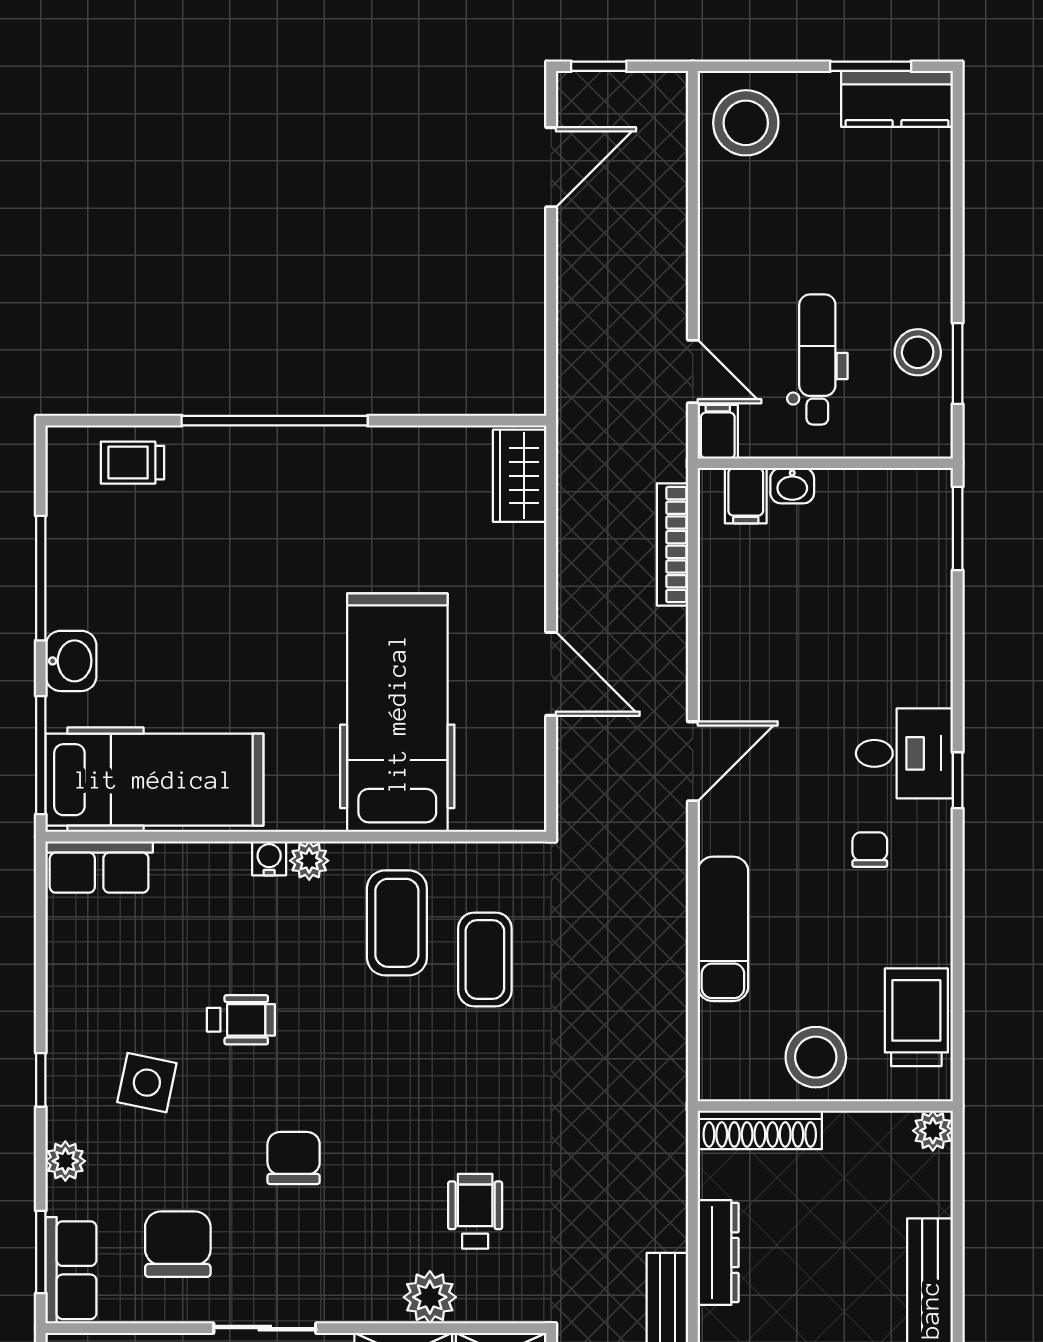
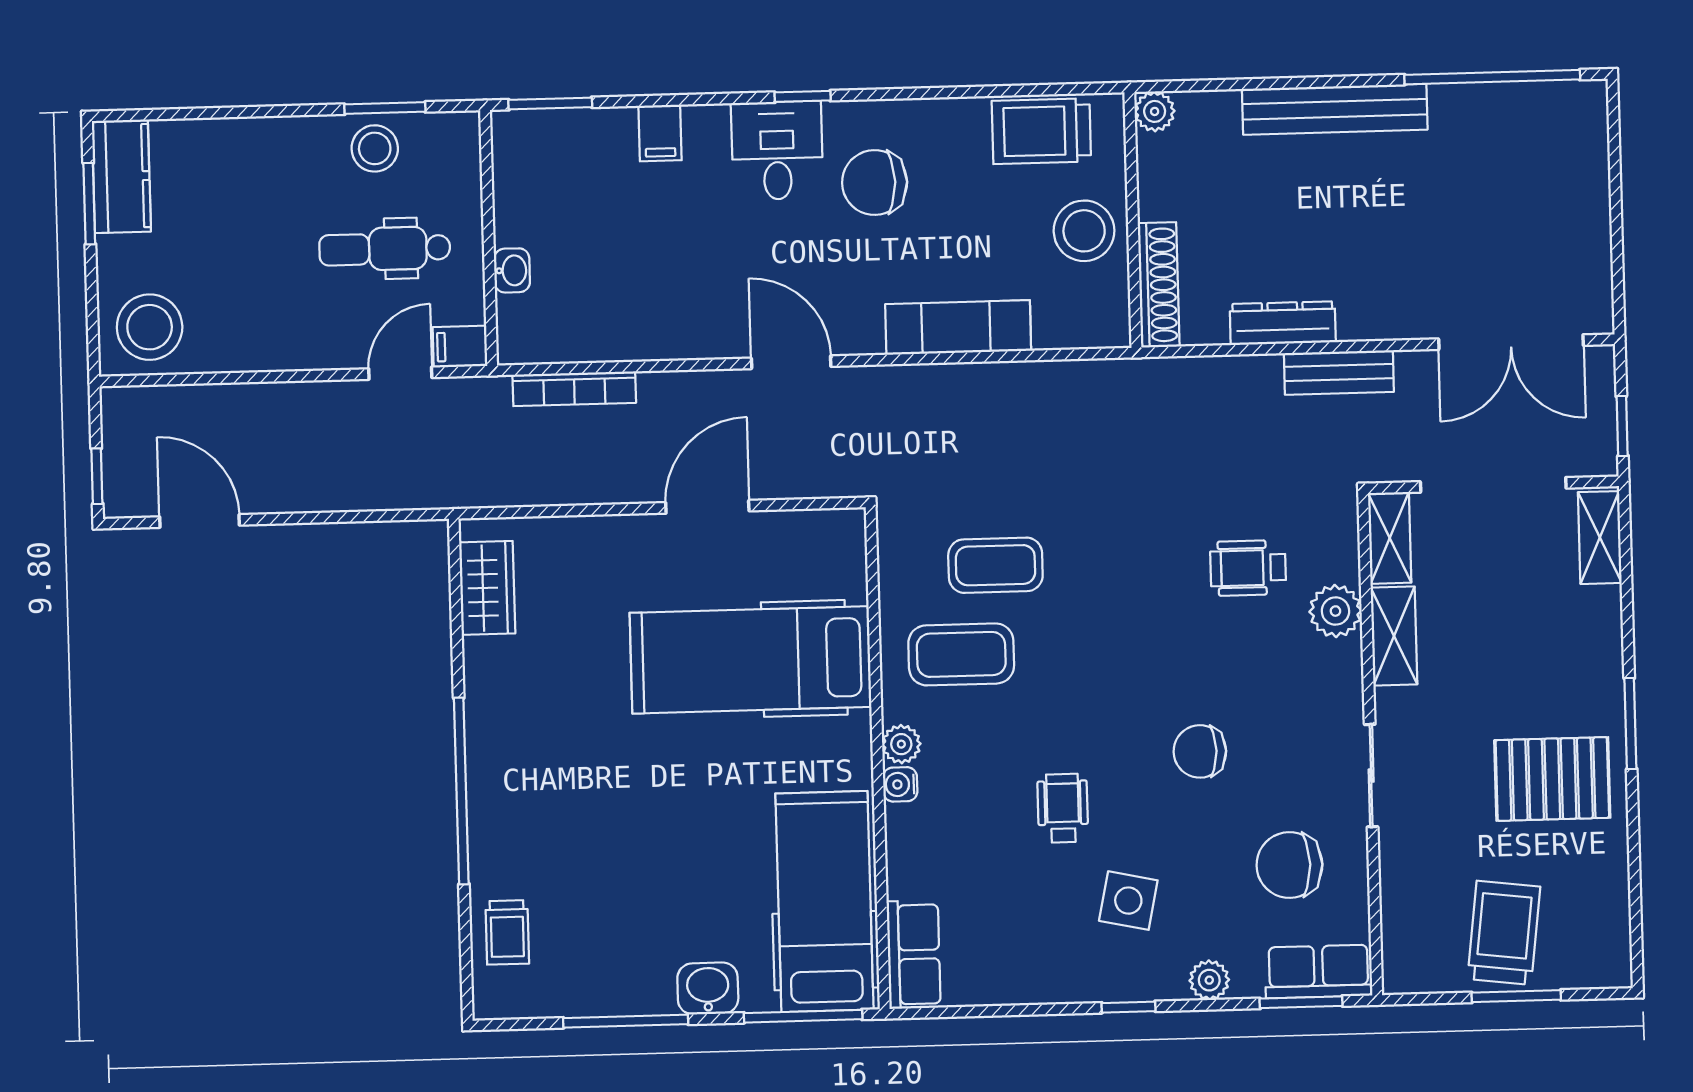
wardrobe: (520, 476) -> (487, 588), moved, turned -90
filing cabinet: (746, 496) -> (660, 133), moved, turned 90
chair: (870, 850) -> (875, 183), width x1.87, depth x1.87

